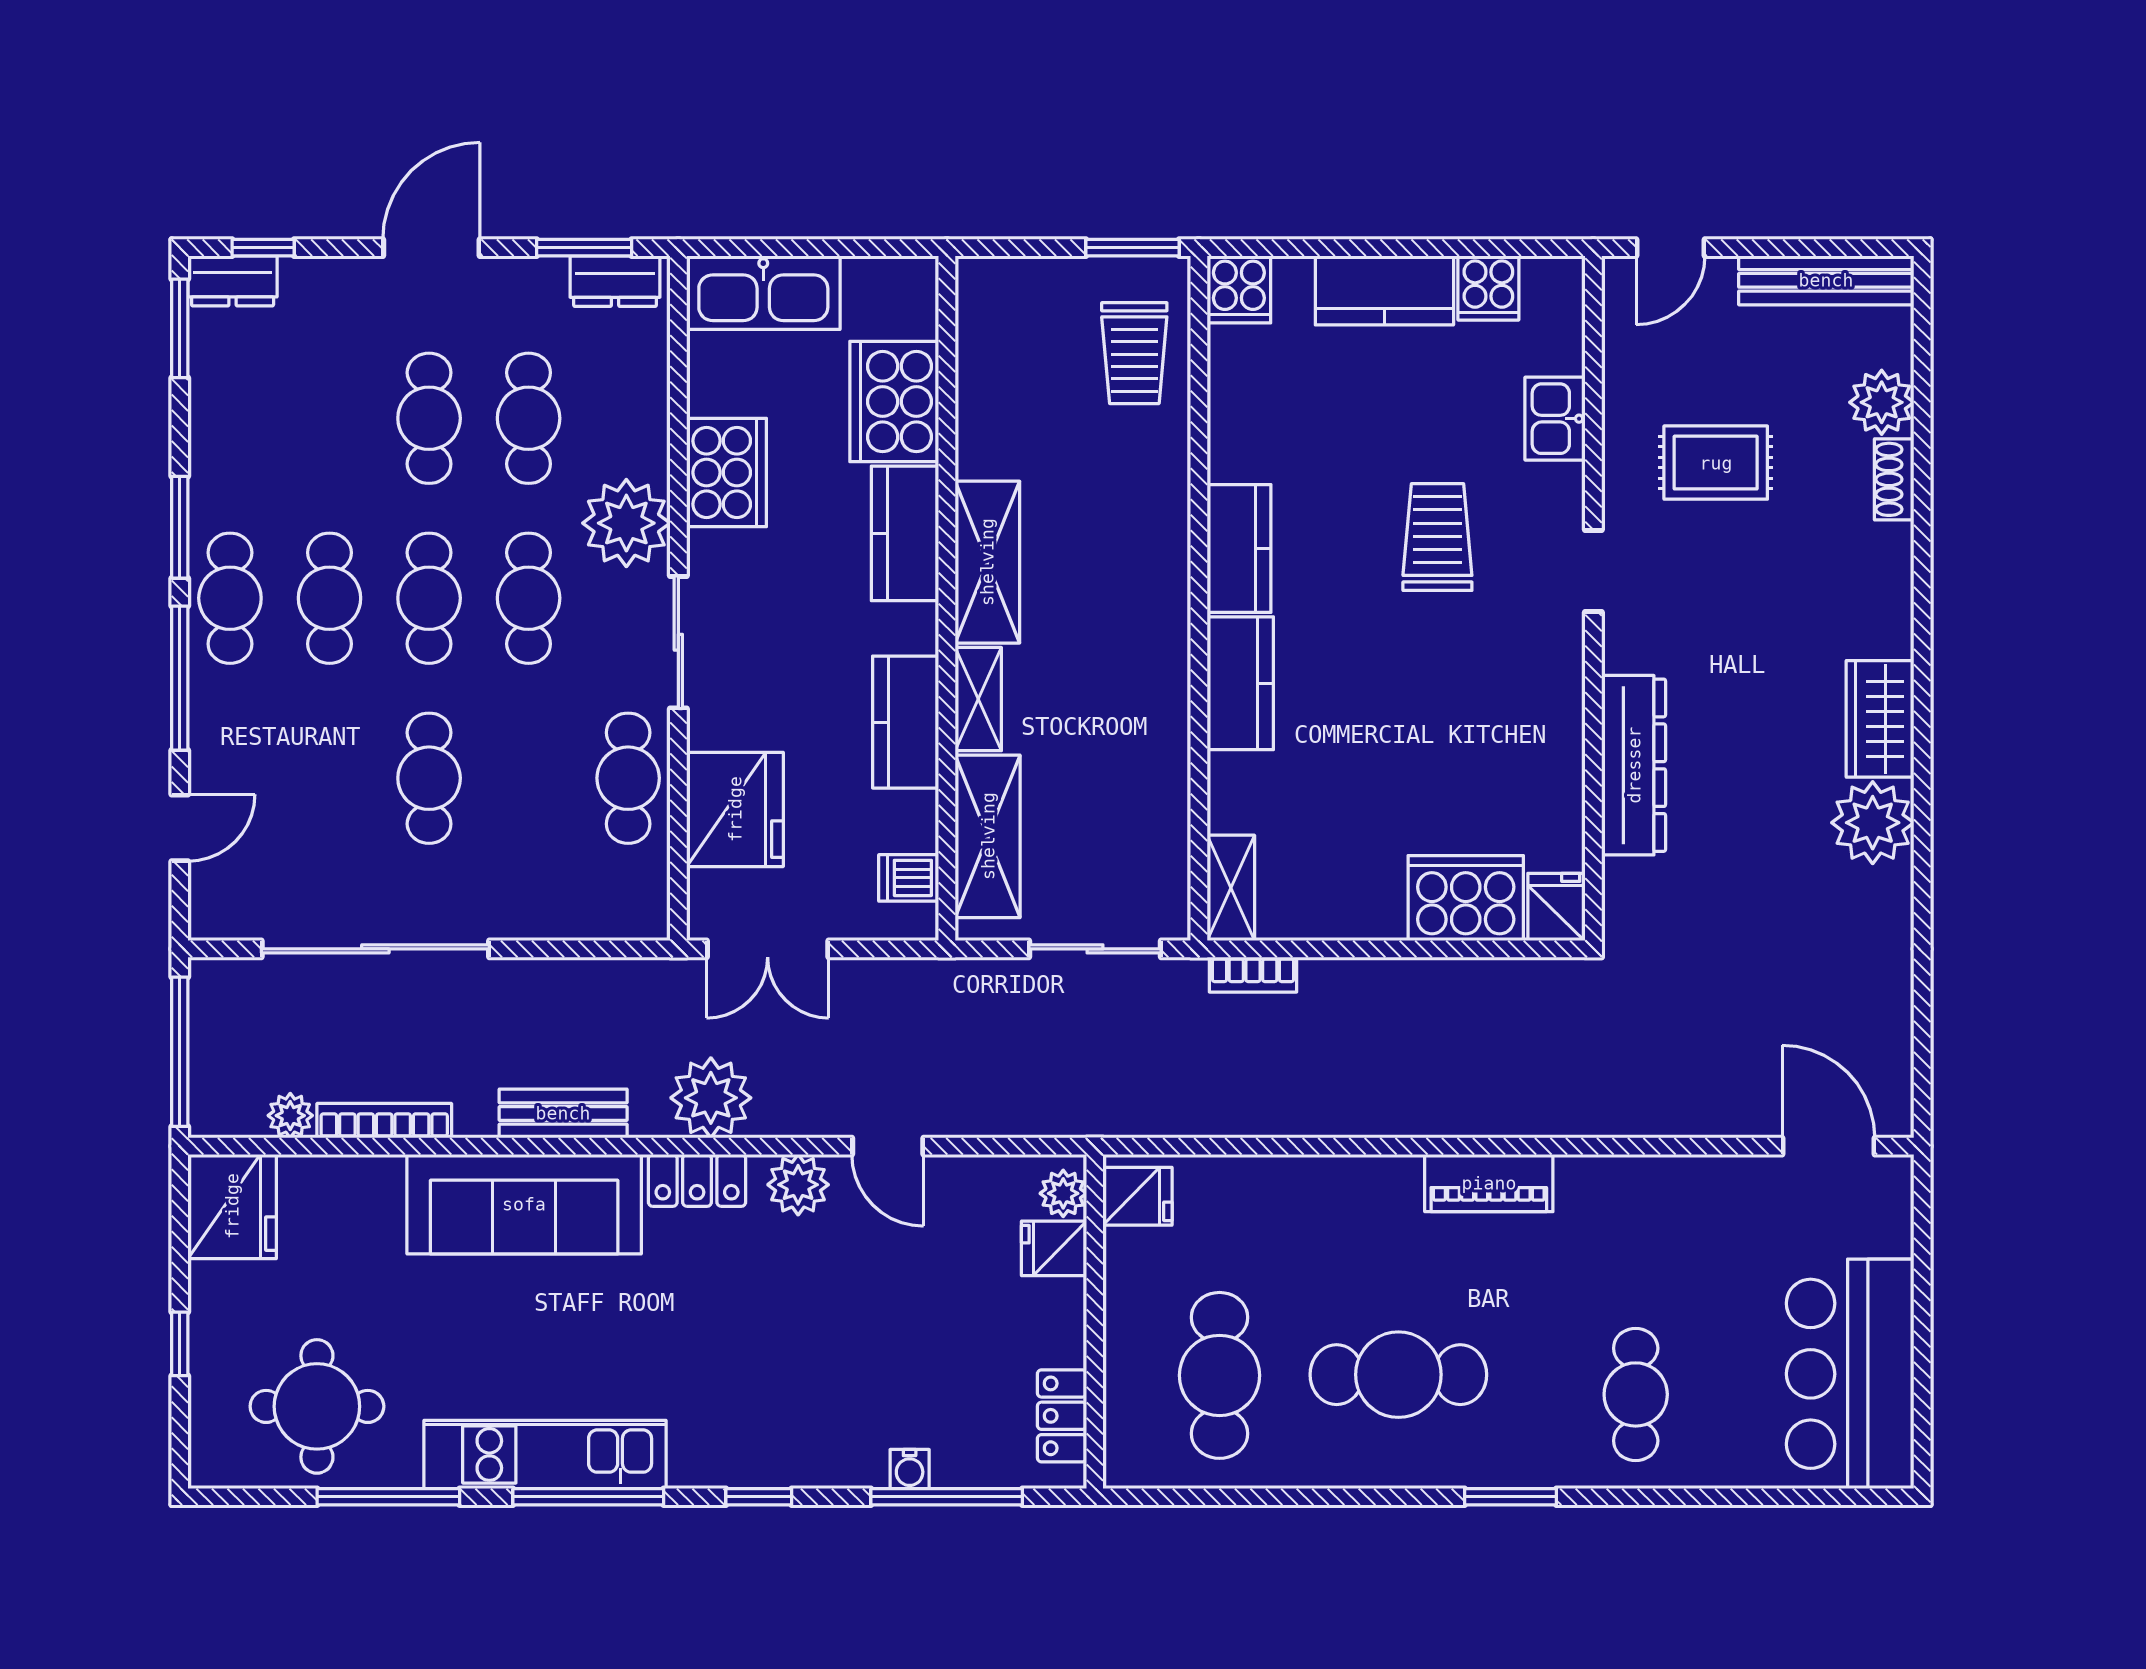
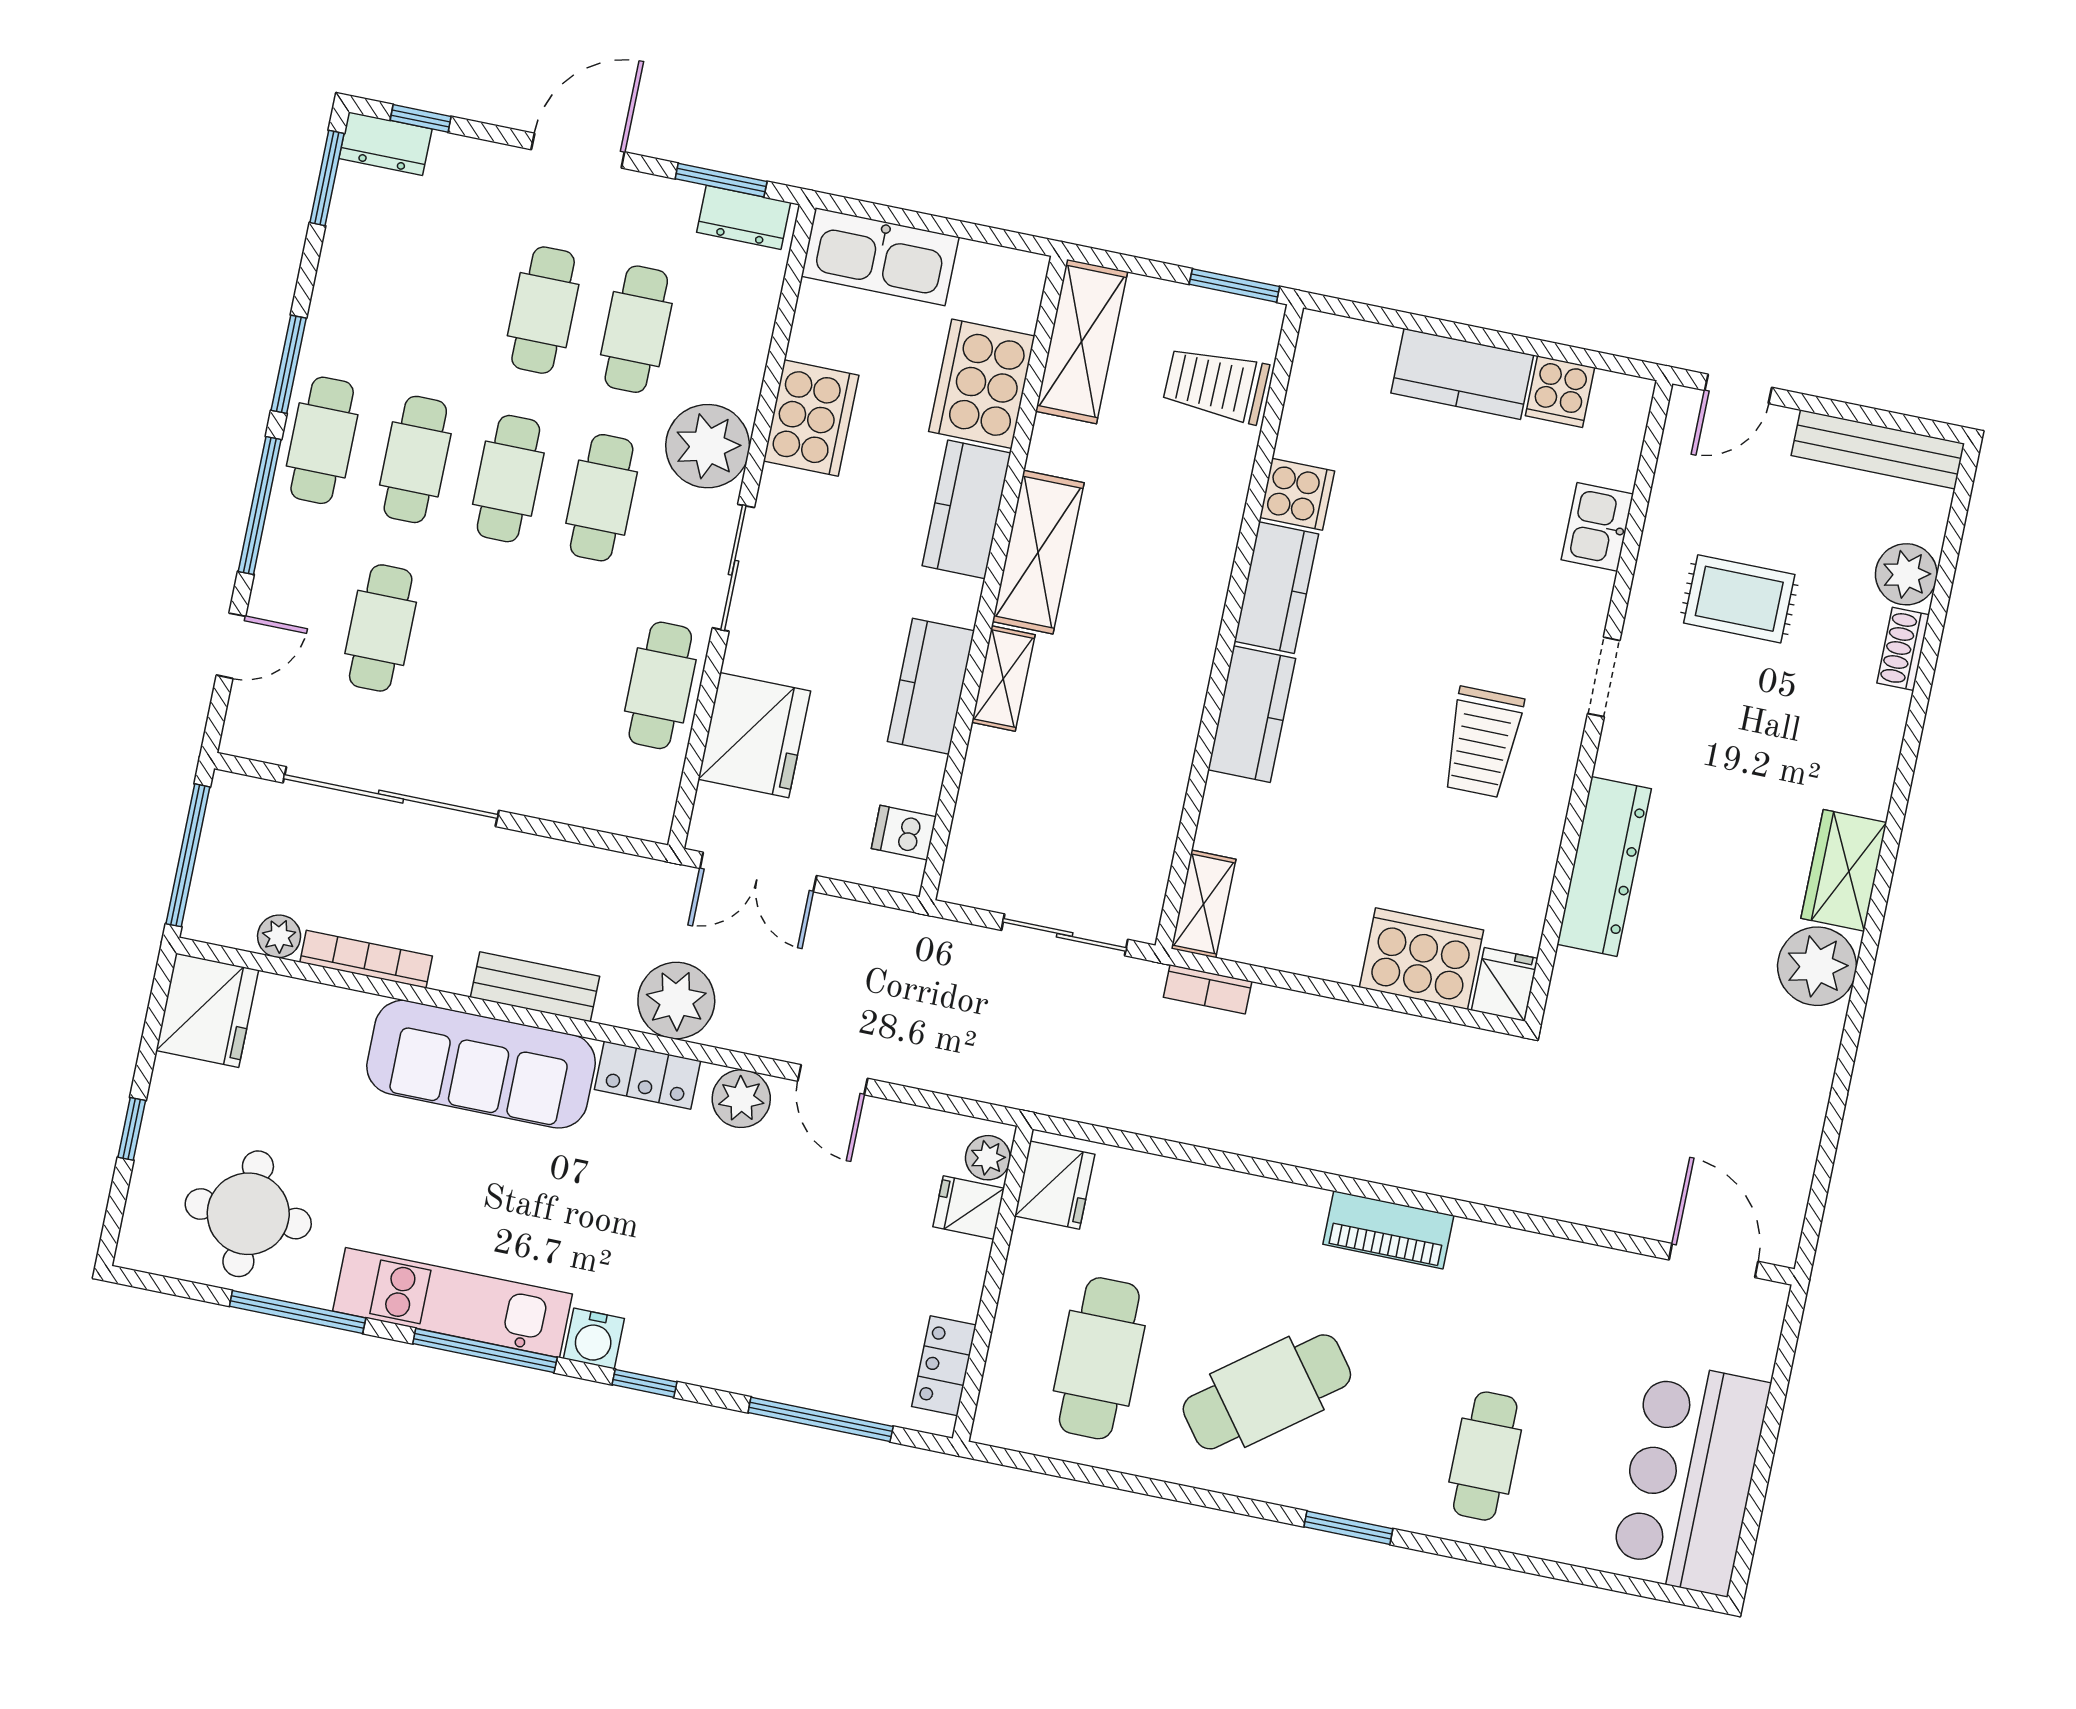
cooker: (1239, 289) -> (1297, 494), moved, turned -90
trolley: (1134, 353) -> (1216, 385), turned 91
trolley: (1437, 537) -> (1482, 742), moved, turned 180
cafe table: (429, 778) -> (381, 628), moved
shelving: (988, 836) -> (1082, 341), moved
fridge: (1137, 1196) -> (1055, 1185), width x1.38
cafe table: (1398, 1375) -> (1267, 1392), turned -37
water cooler: (910, 1469) -> (594, 1338), moved, width x1.38, depth x1.38

